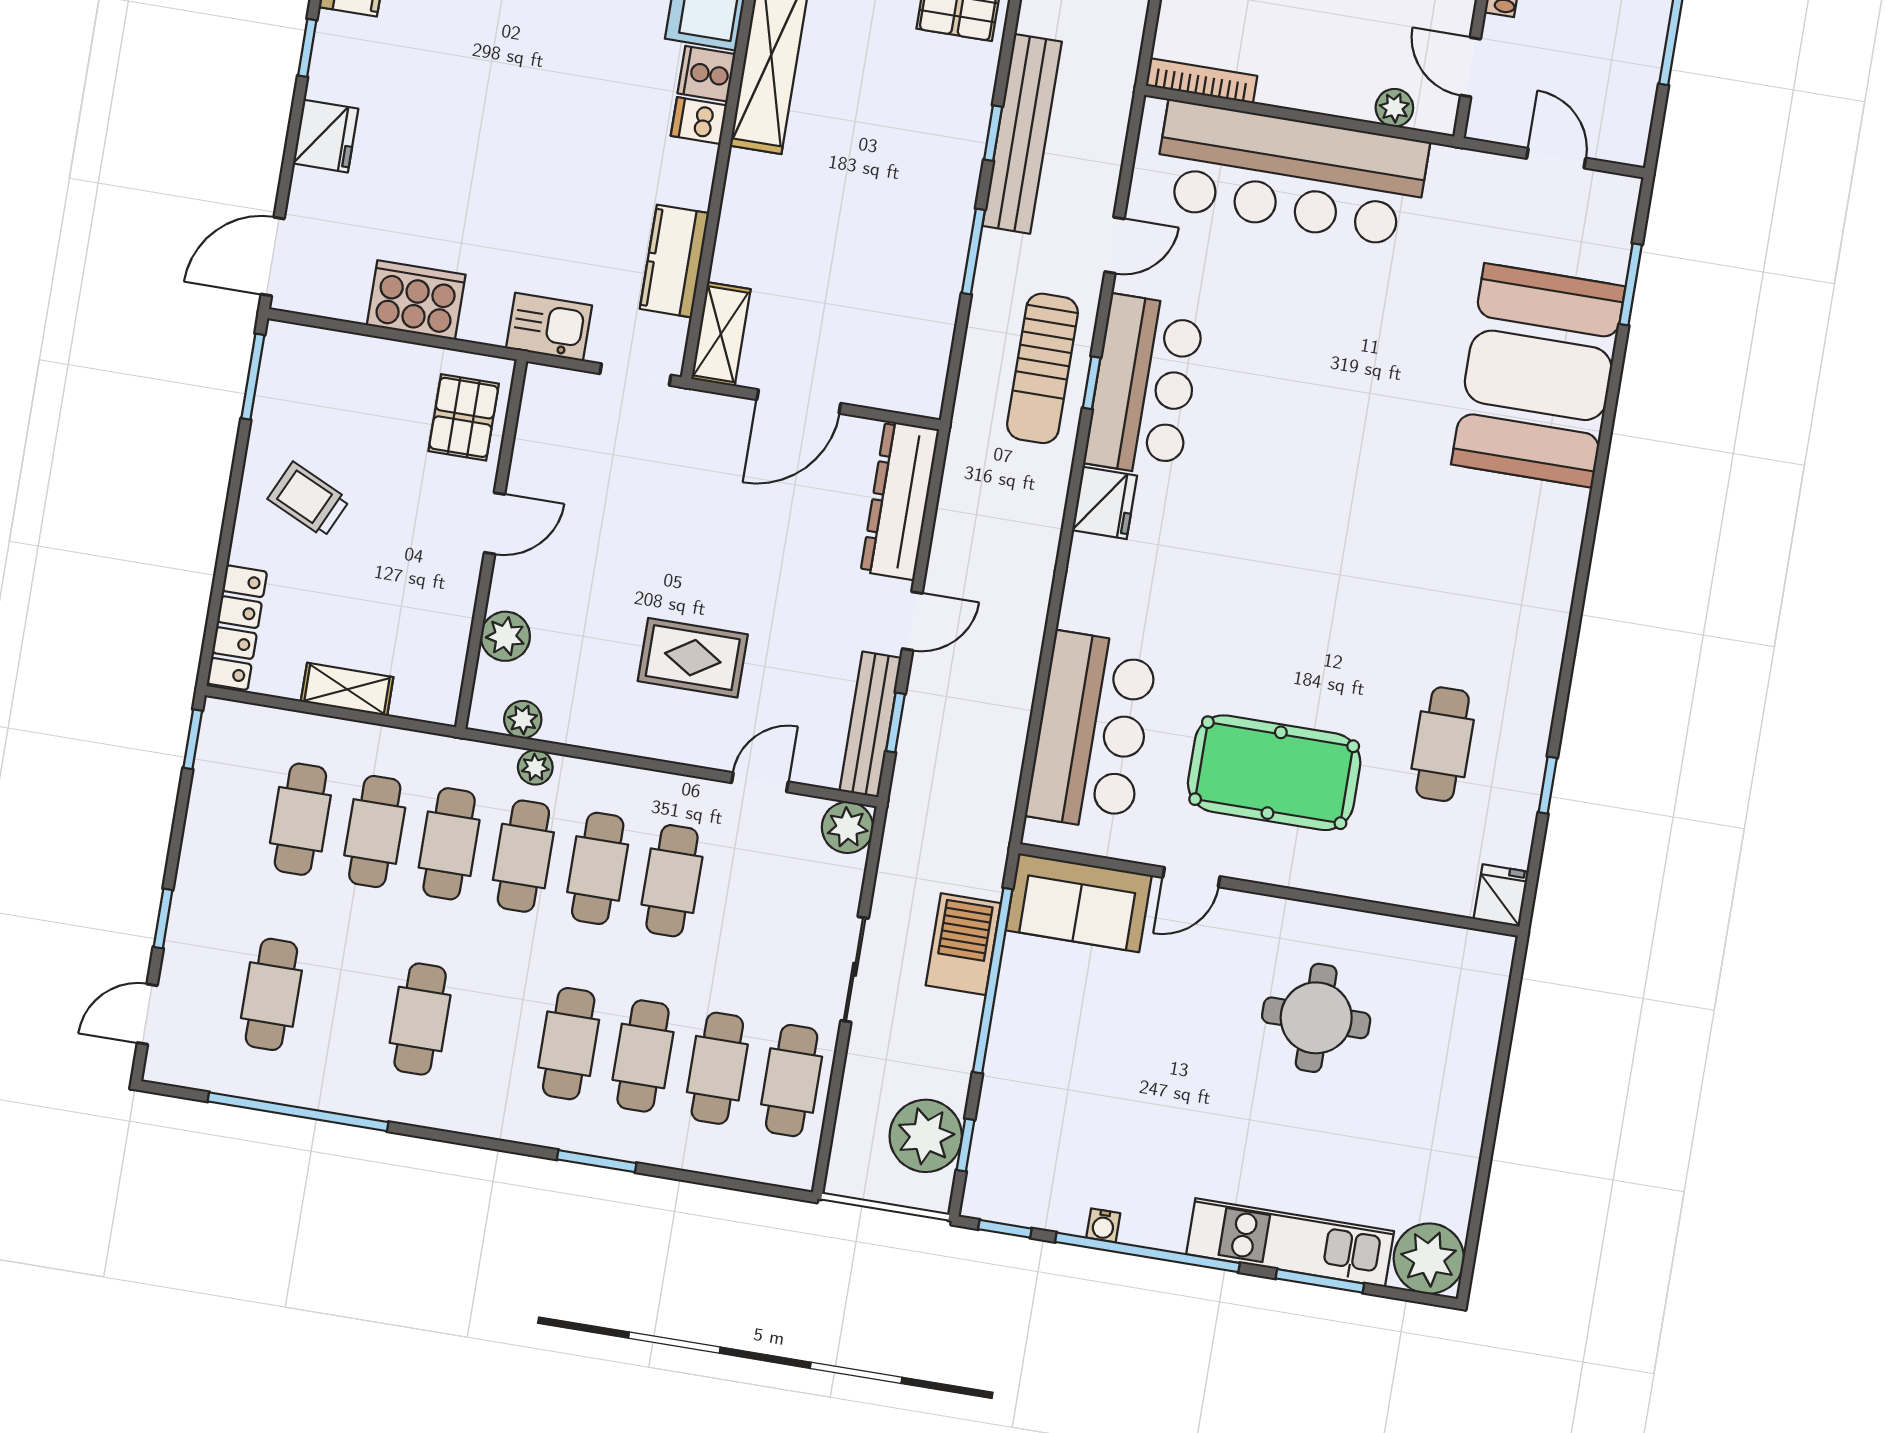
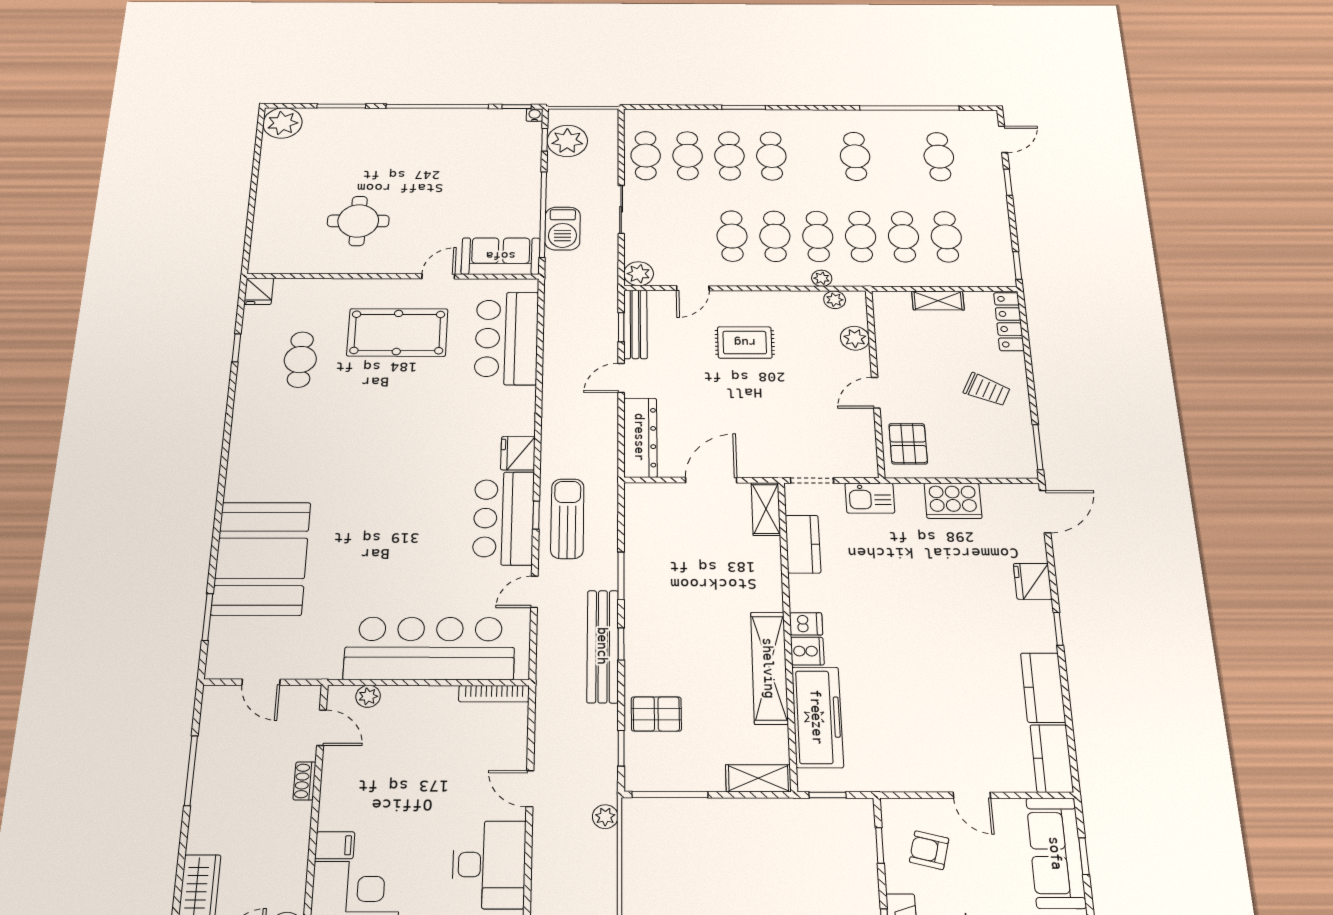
water cooler: (1103, 1225) -> (535, 115), moved
kitchen unit: (1290, 1243) -> (360, 120), removed

